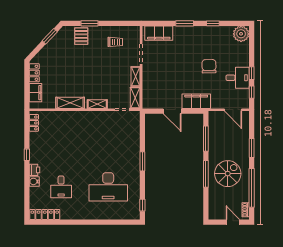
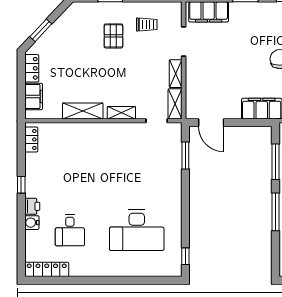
window: (50, 36) -> (41, 30), moved
pallet: (81, 36) -> (113, 36), moved
door: (172, 111) -> (211, 123), moved
window: (142, 161) -> (185, 155), moved

